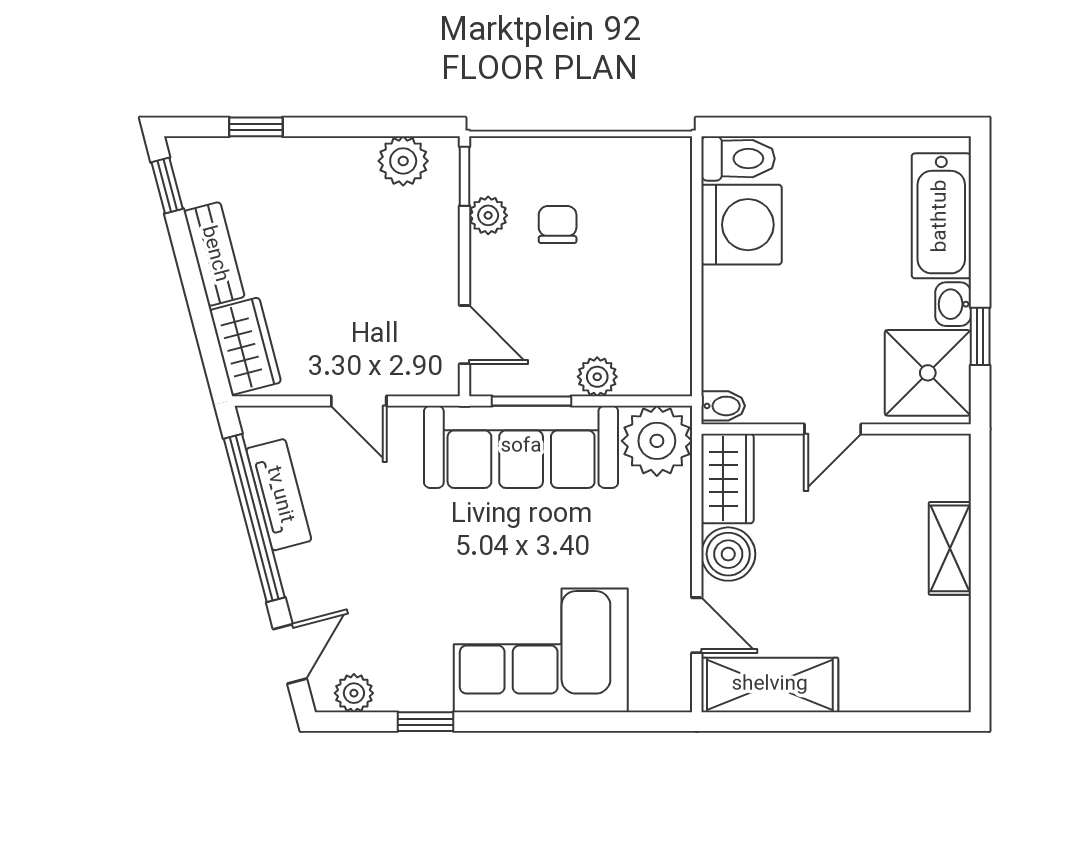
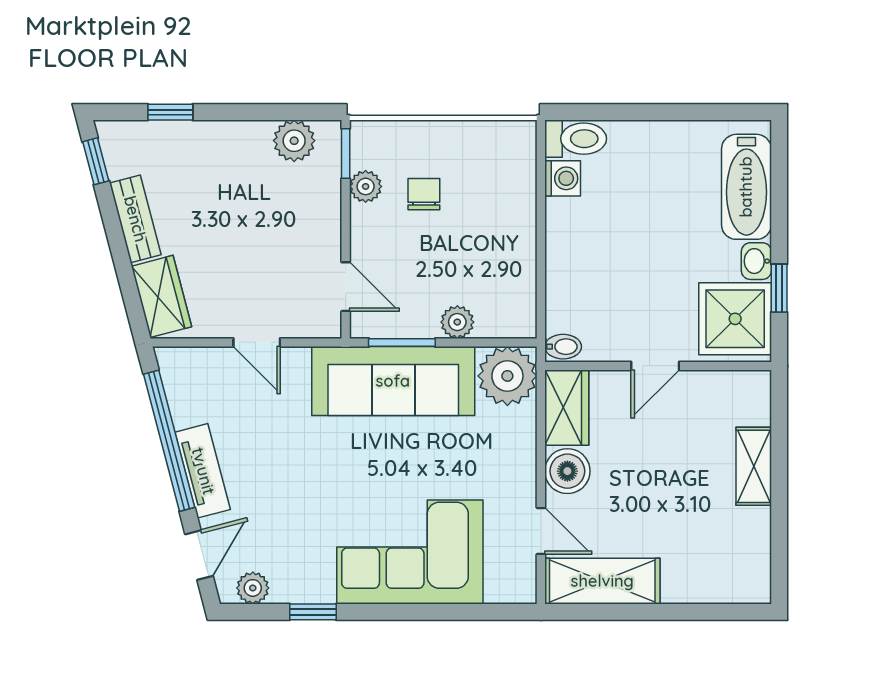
washing machine: (741, 225) -> (563, 178), width x0.53, depth x0.53
tv unit: (279, 495) -> (203, 471), moved

